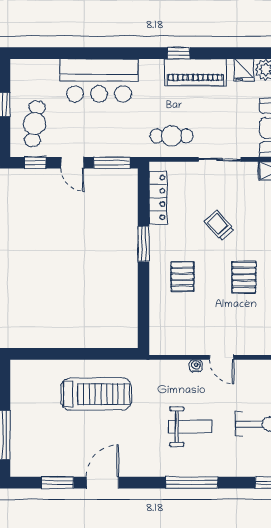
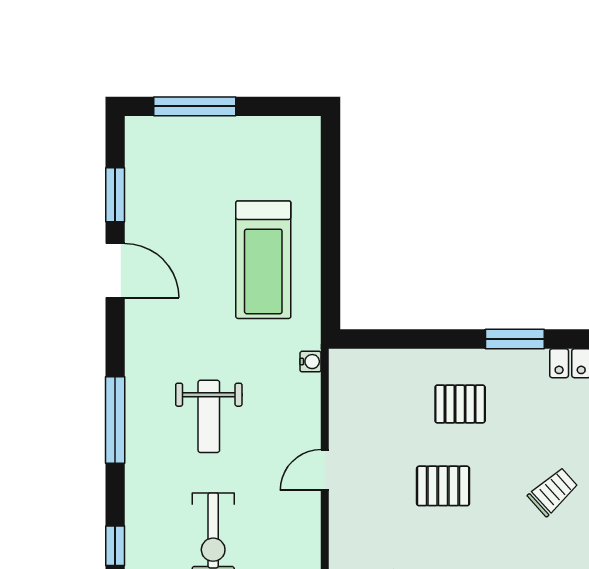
trolley: (219, 225) -> (553, 492), moved
pallet: (244, 277) -> (443, 486), moved
water cooler: (196, 366) -> (311, 362), moved

